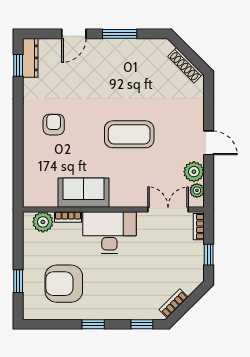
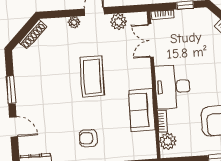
plant: (197, 190) -> (74, 22), moved

